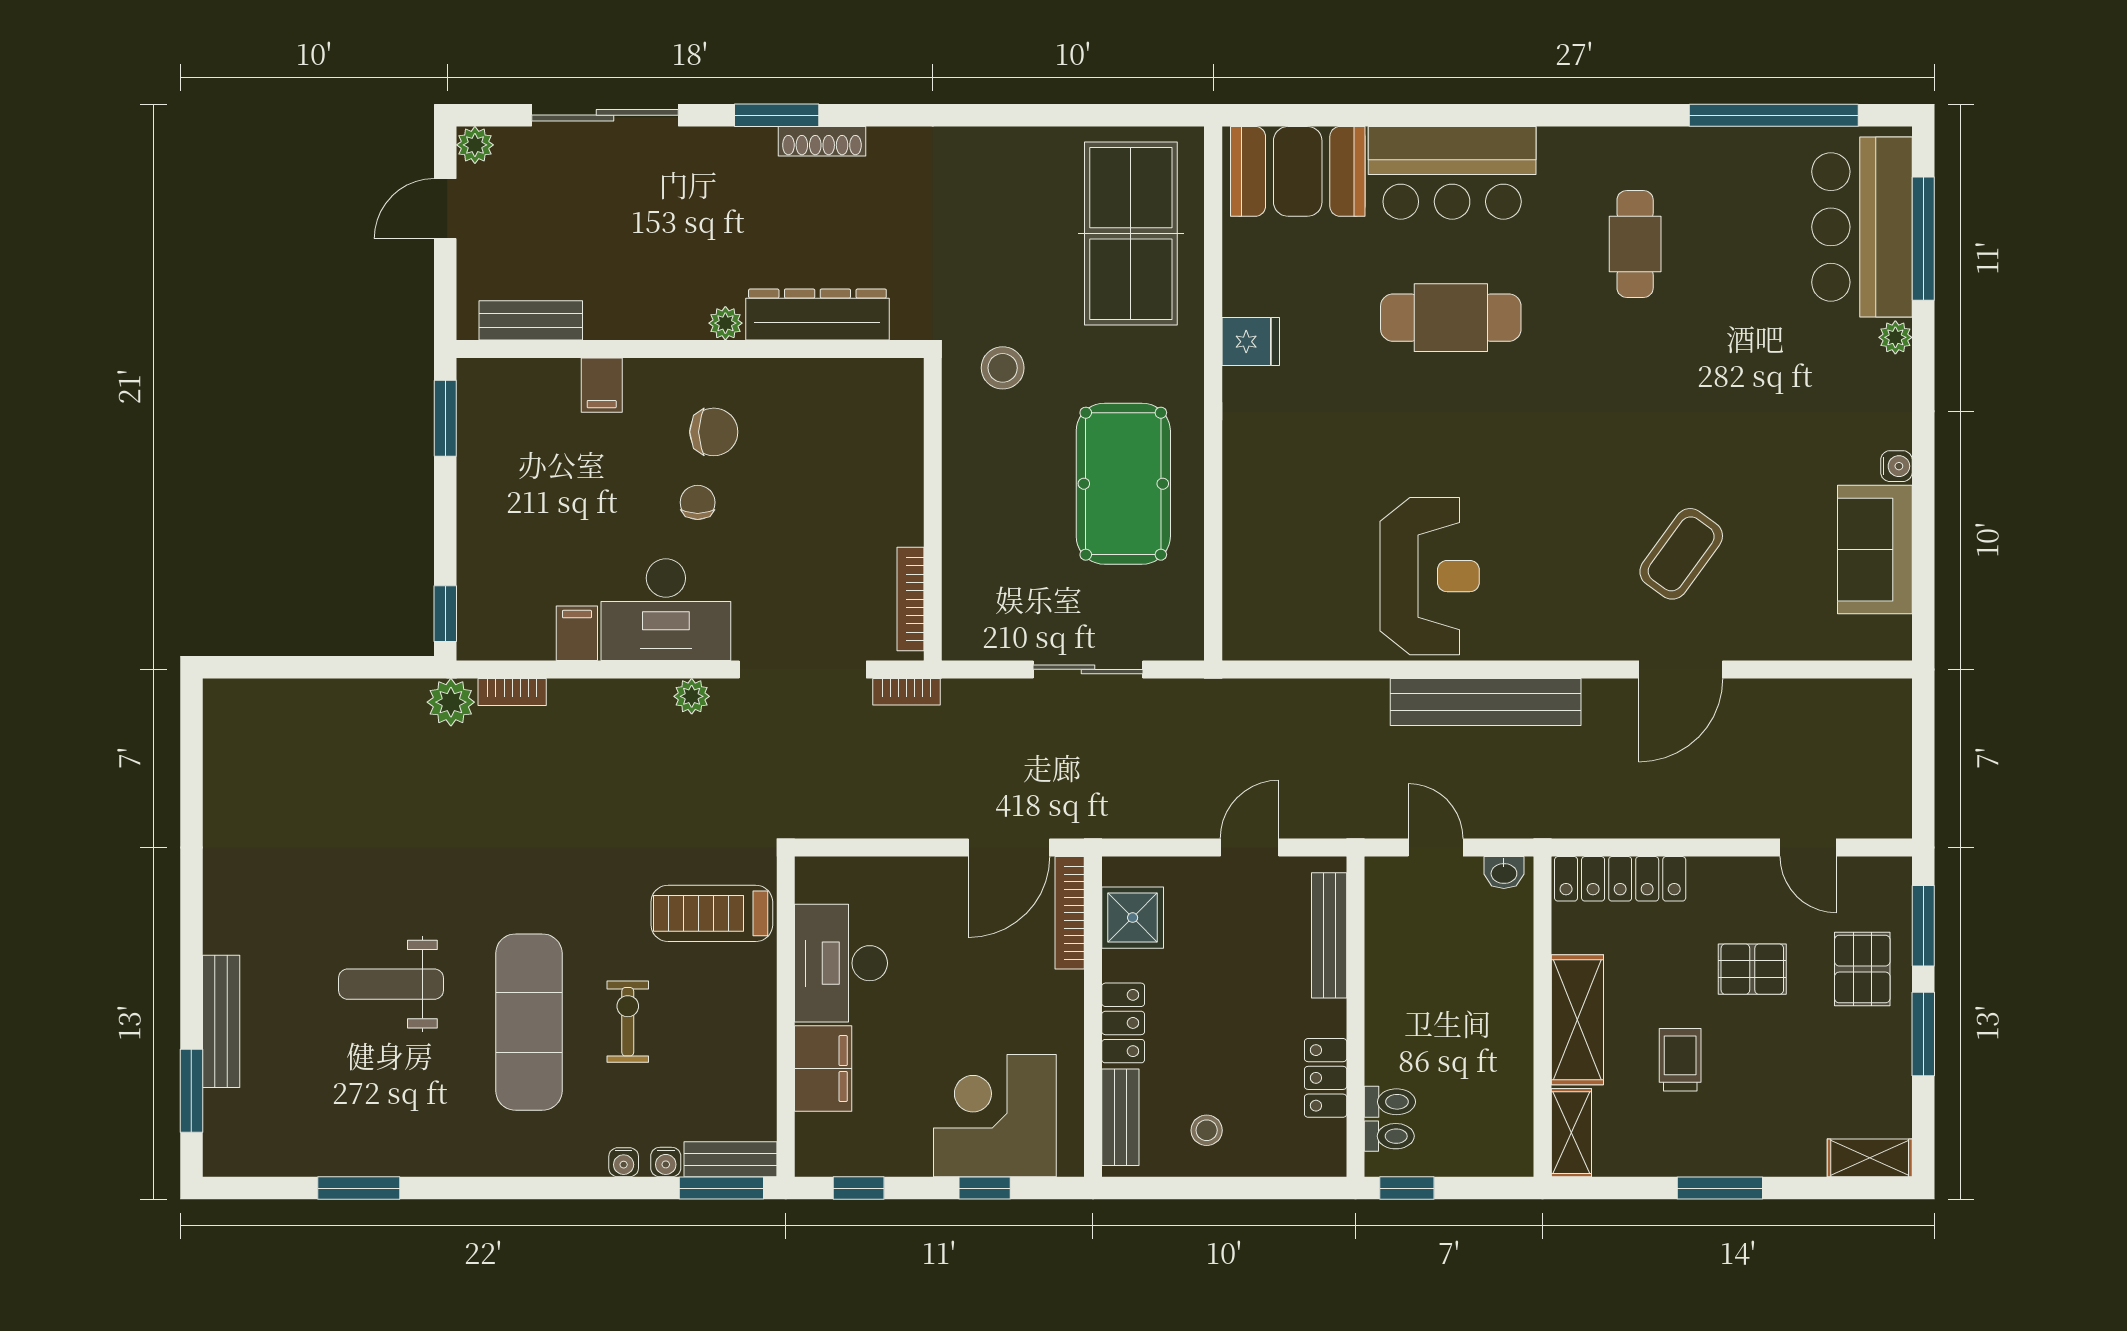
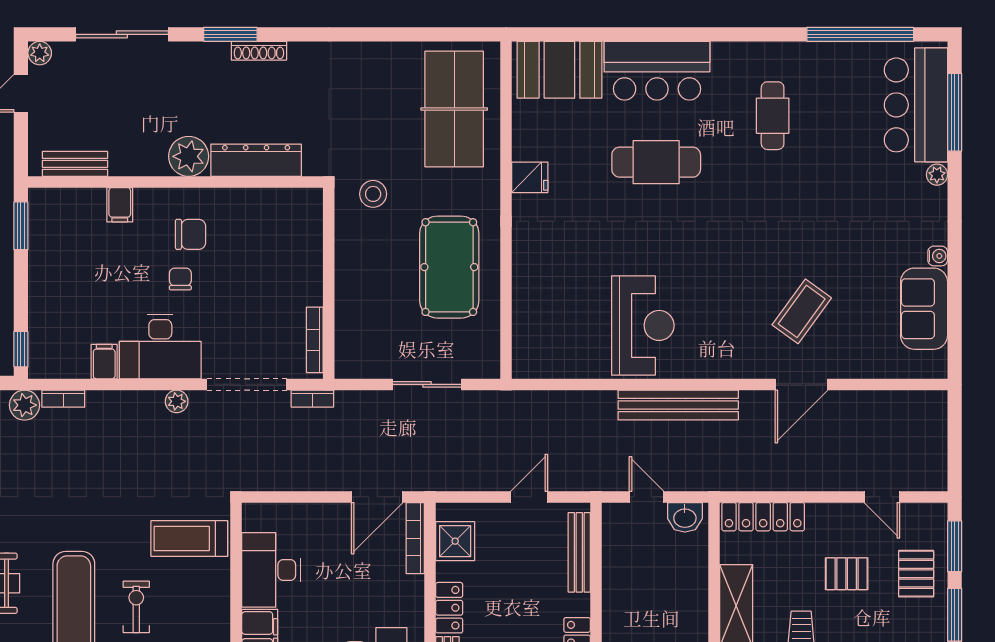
plant: (725, 323) -> (189, 156), width x1.88, depth x1.88
washbasin: (1504, 873) -> (685, 517), width x1.38, depth x1.45

